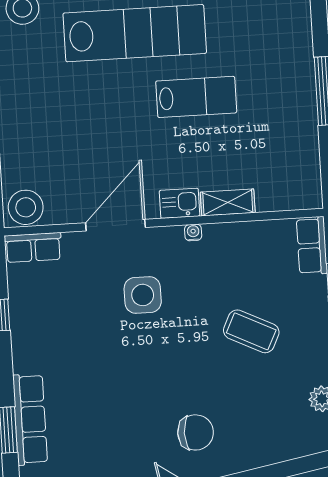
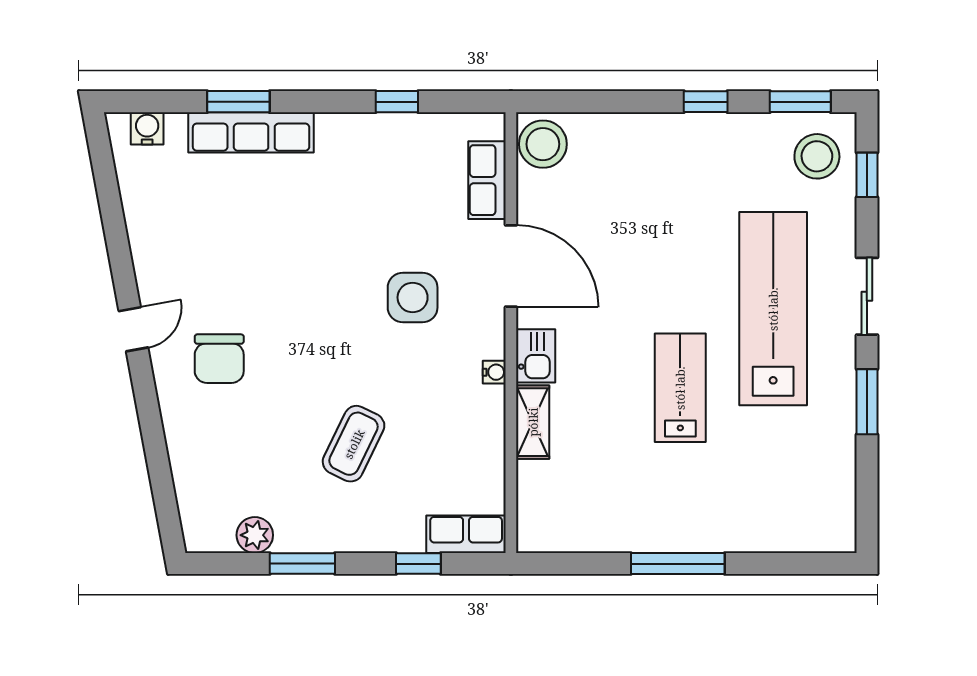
lab bench: (135, 33) -> (773, 309), turned 180
lab bench: (196, 97) -> (680, 388), turned 180
row of seats: (33, 247) -> (487, 180), moved

